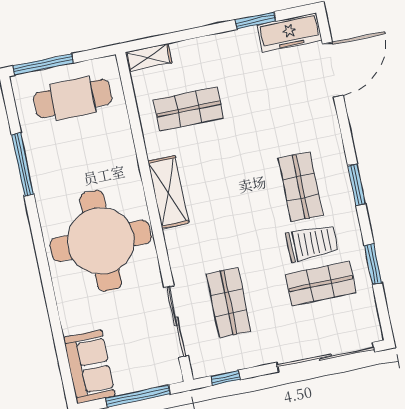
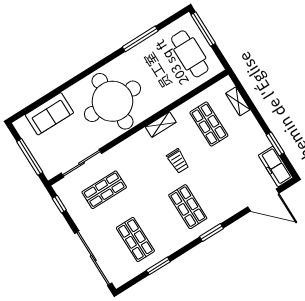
shelving: (148, 57) -> (238, 101), moved
window: (357, 185) -> (212, 233), moved
shop shelf: (301, 187) -> (188, 207), turned 90
shelving: (168, 192) -> (161, 125), width x0.67, depth x0.75
trolley: (312, 243) -> (178, 161), moved, width x0.73, depth x0.72
sofa: (89, 367) -> (49, 114), moved

